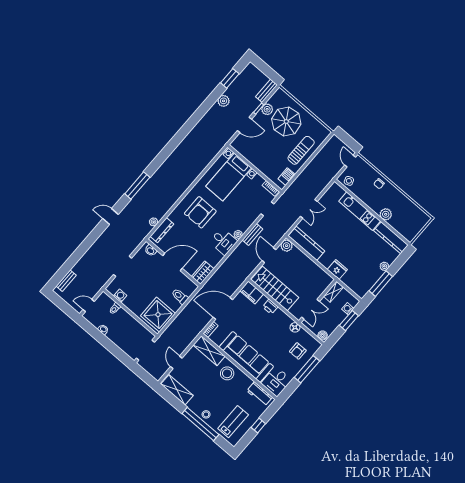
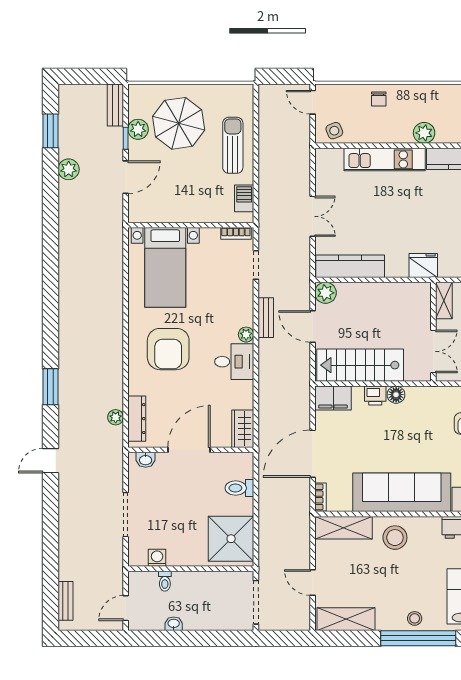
window: (137, 186) -> (50, 387), width x0.69
floor lamp: (295, 327) -> (396, 395), moved

